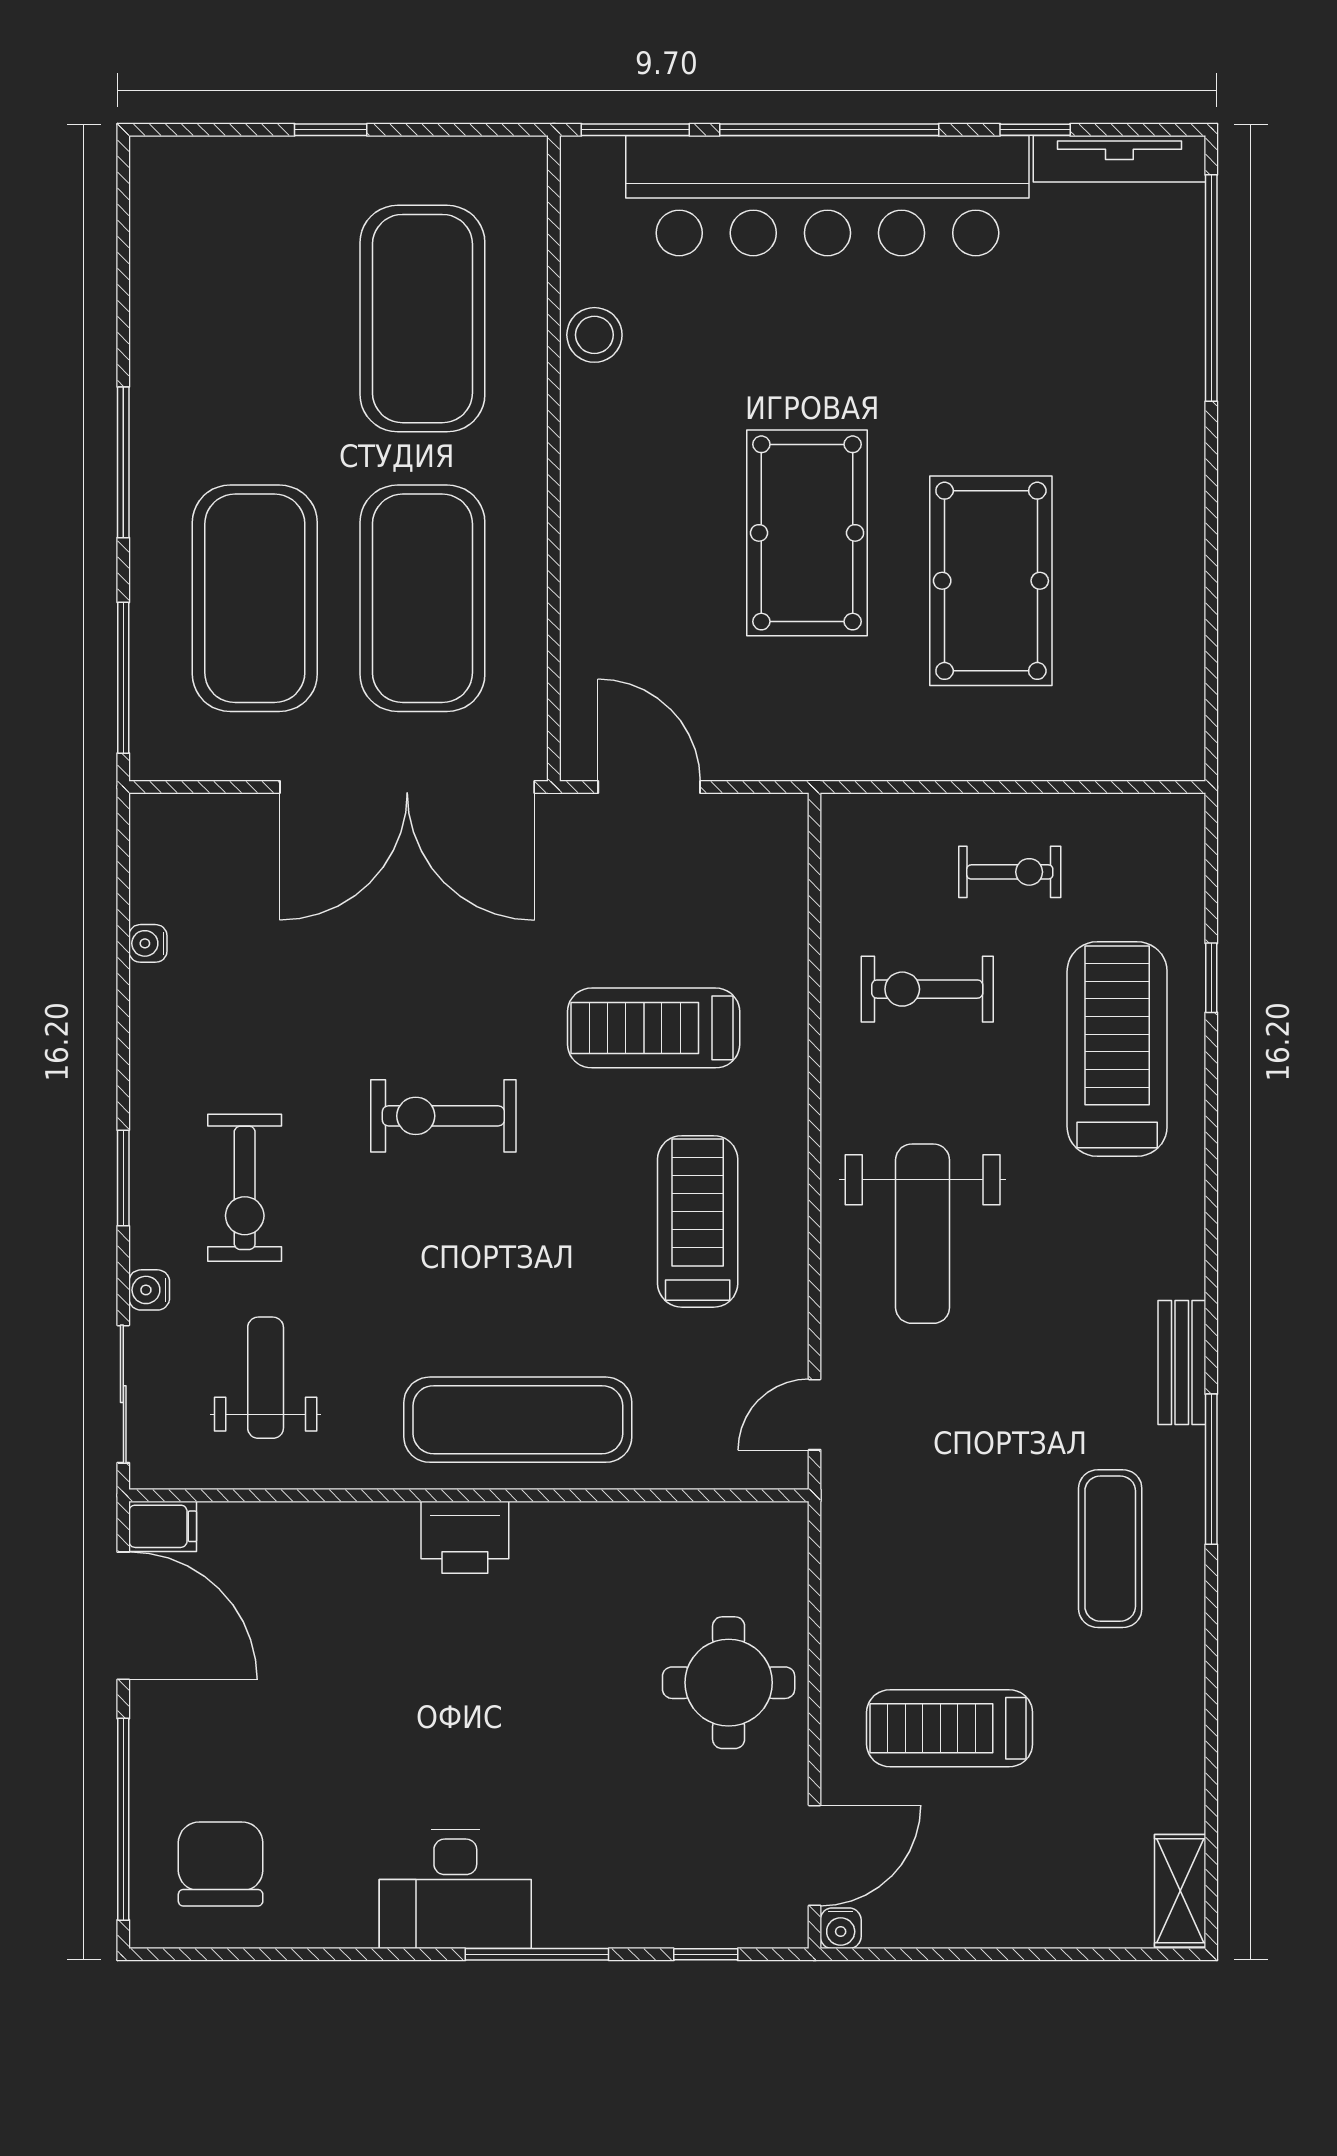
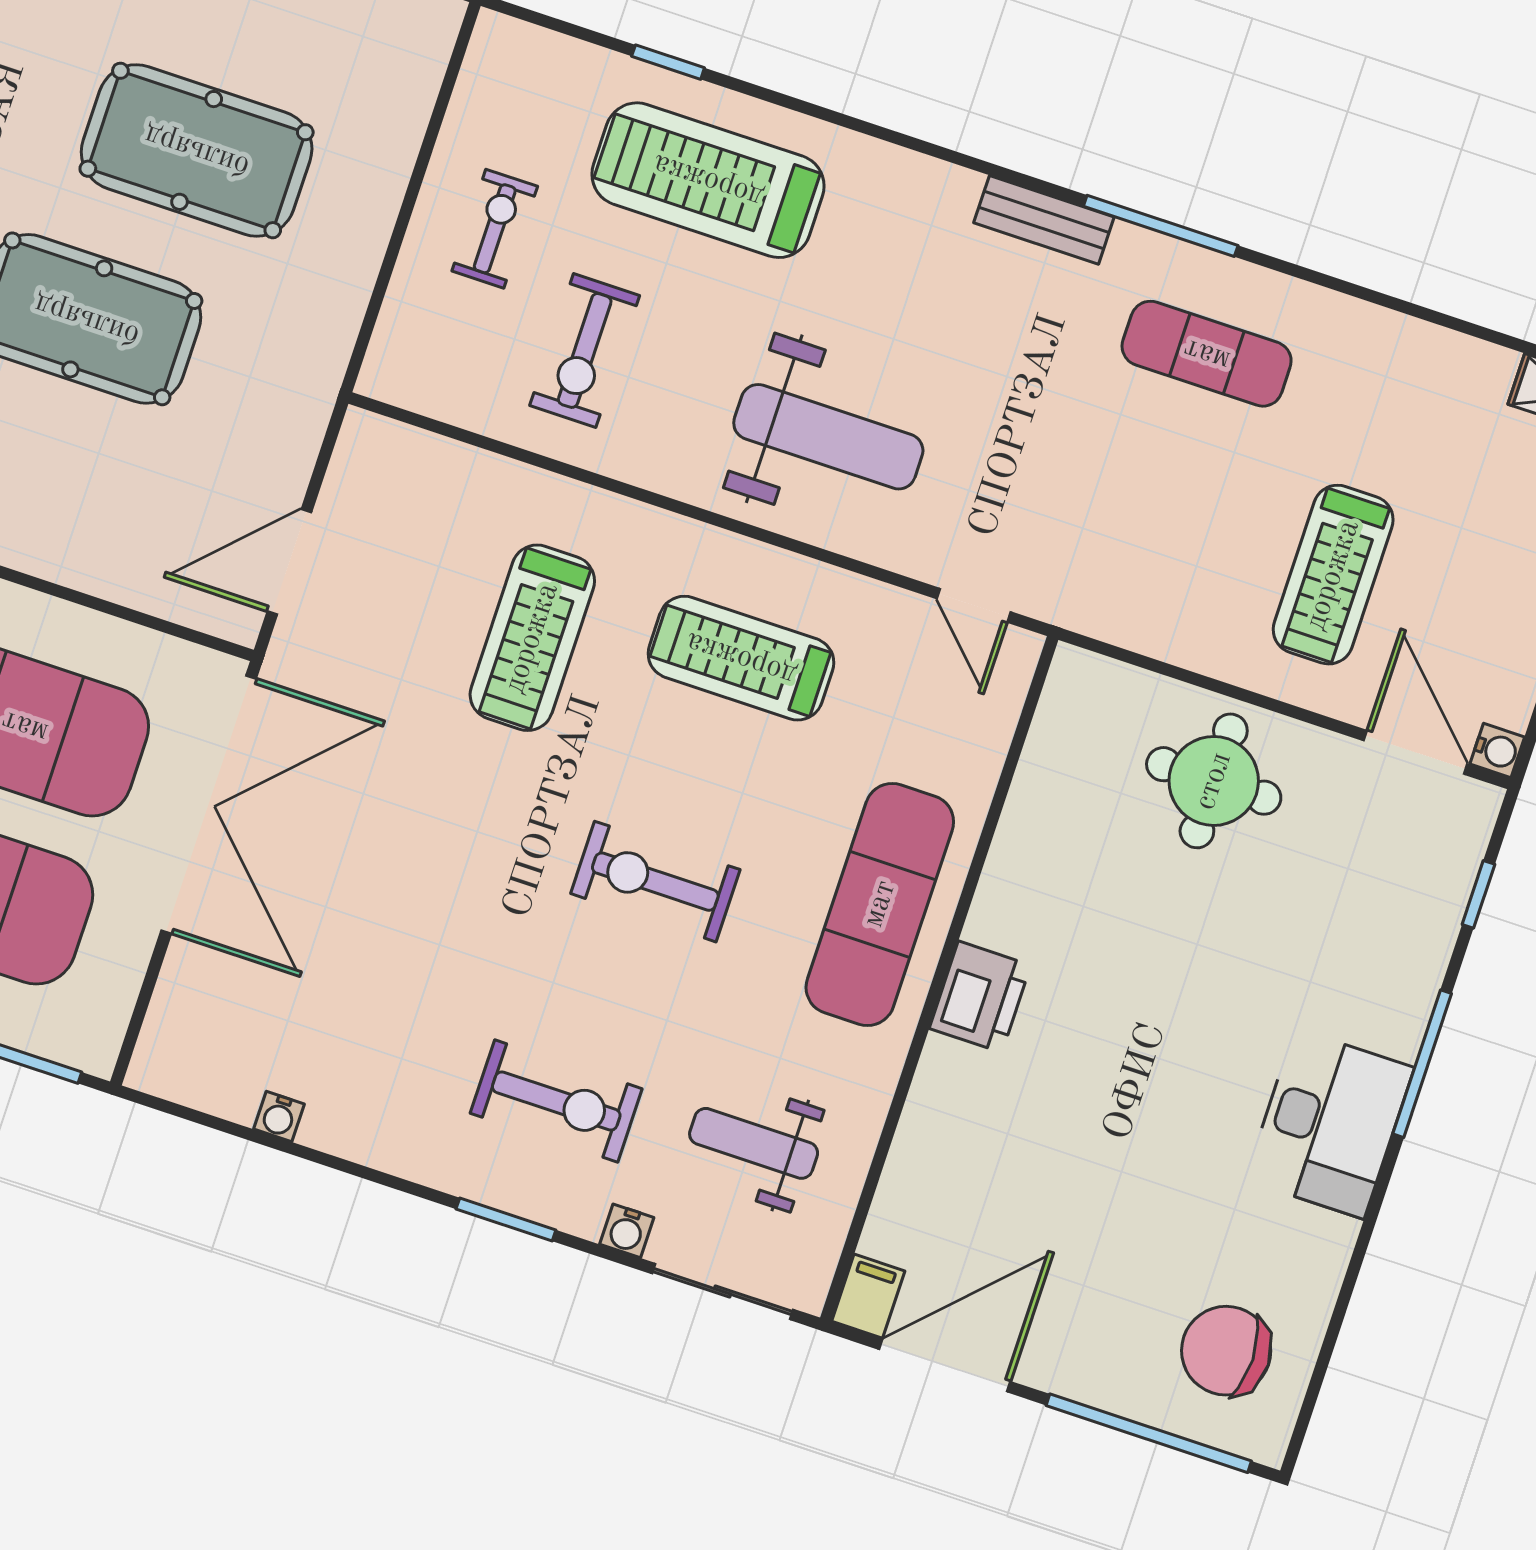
exercise bike: (443, 1116) -> (655, 882), moved, turned 90

